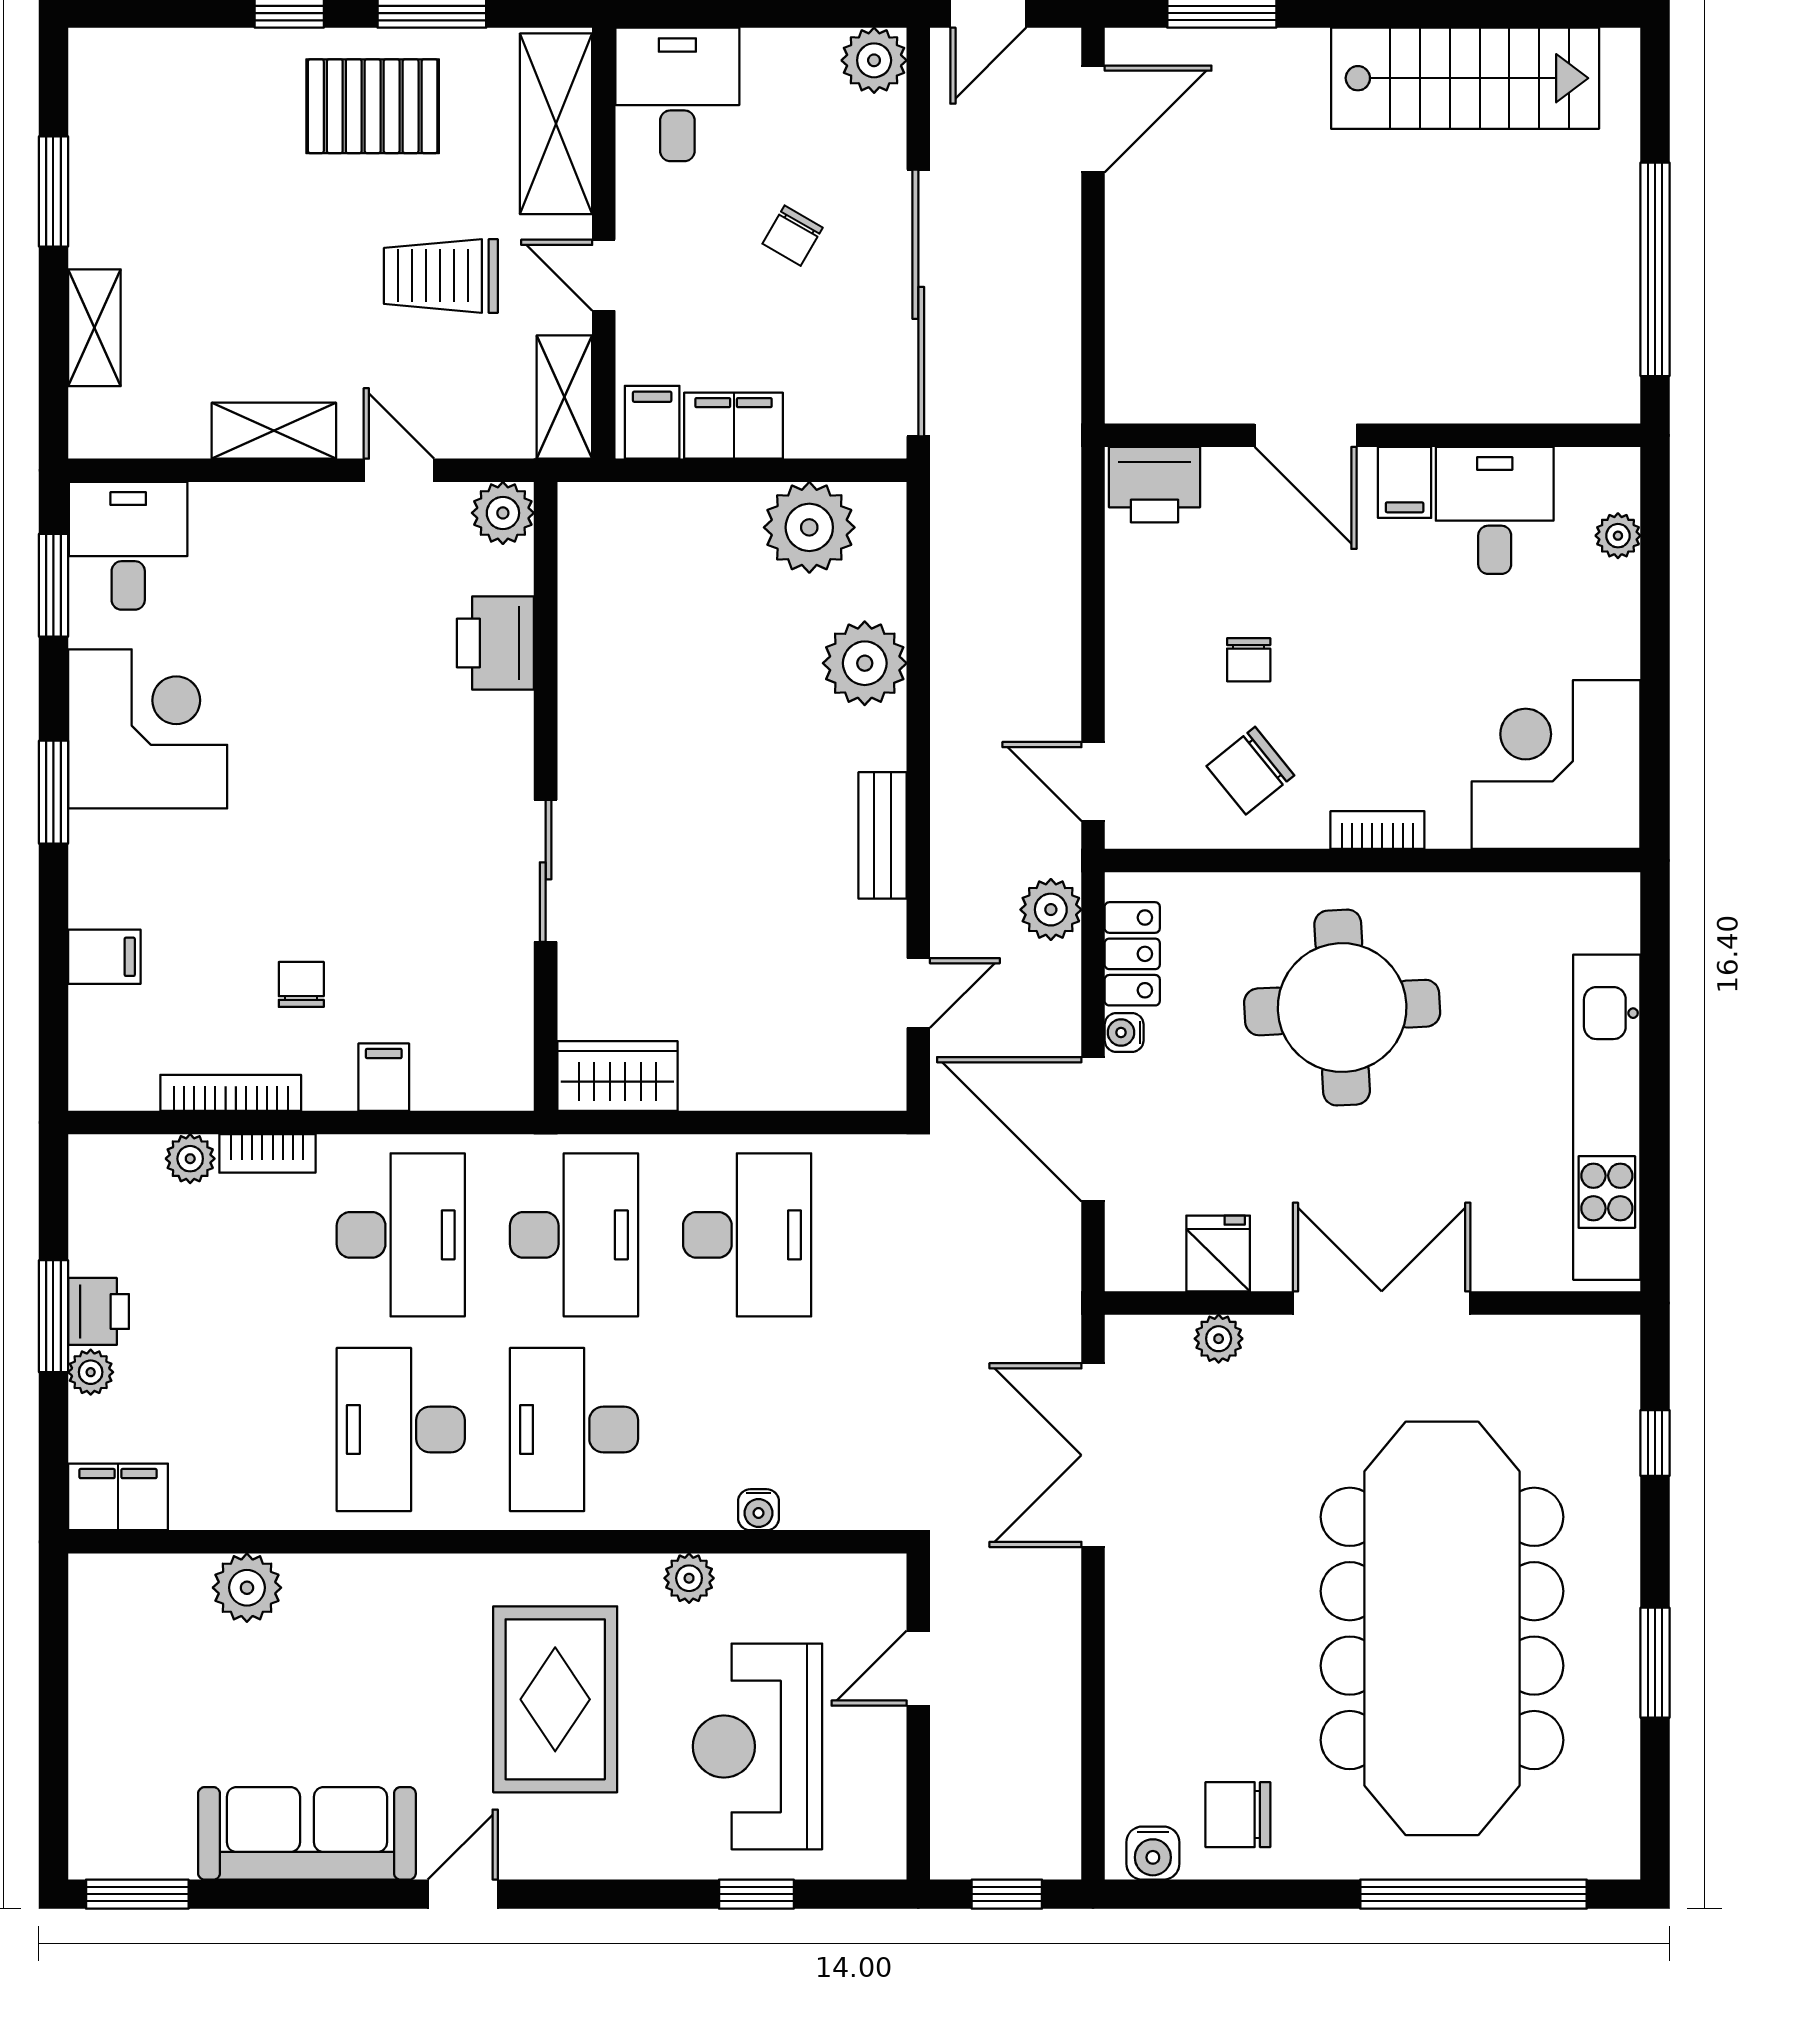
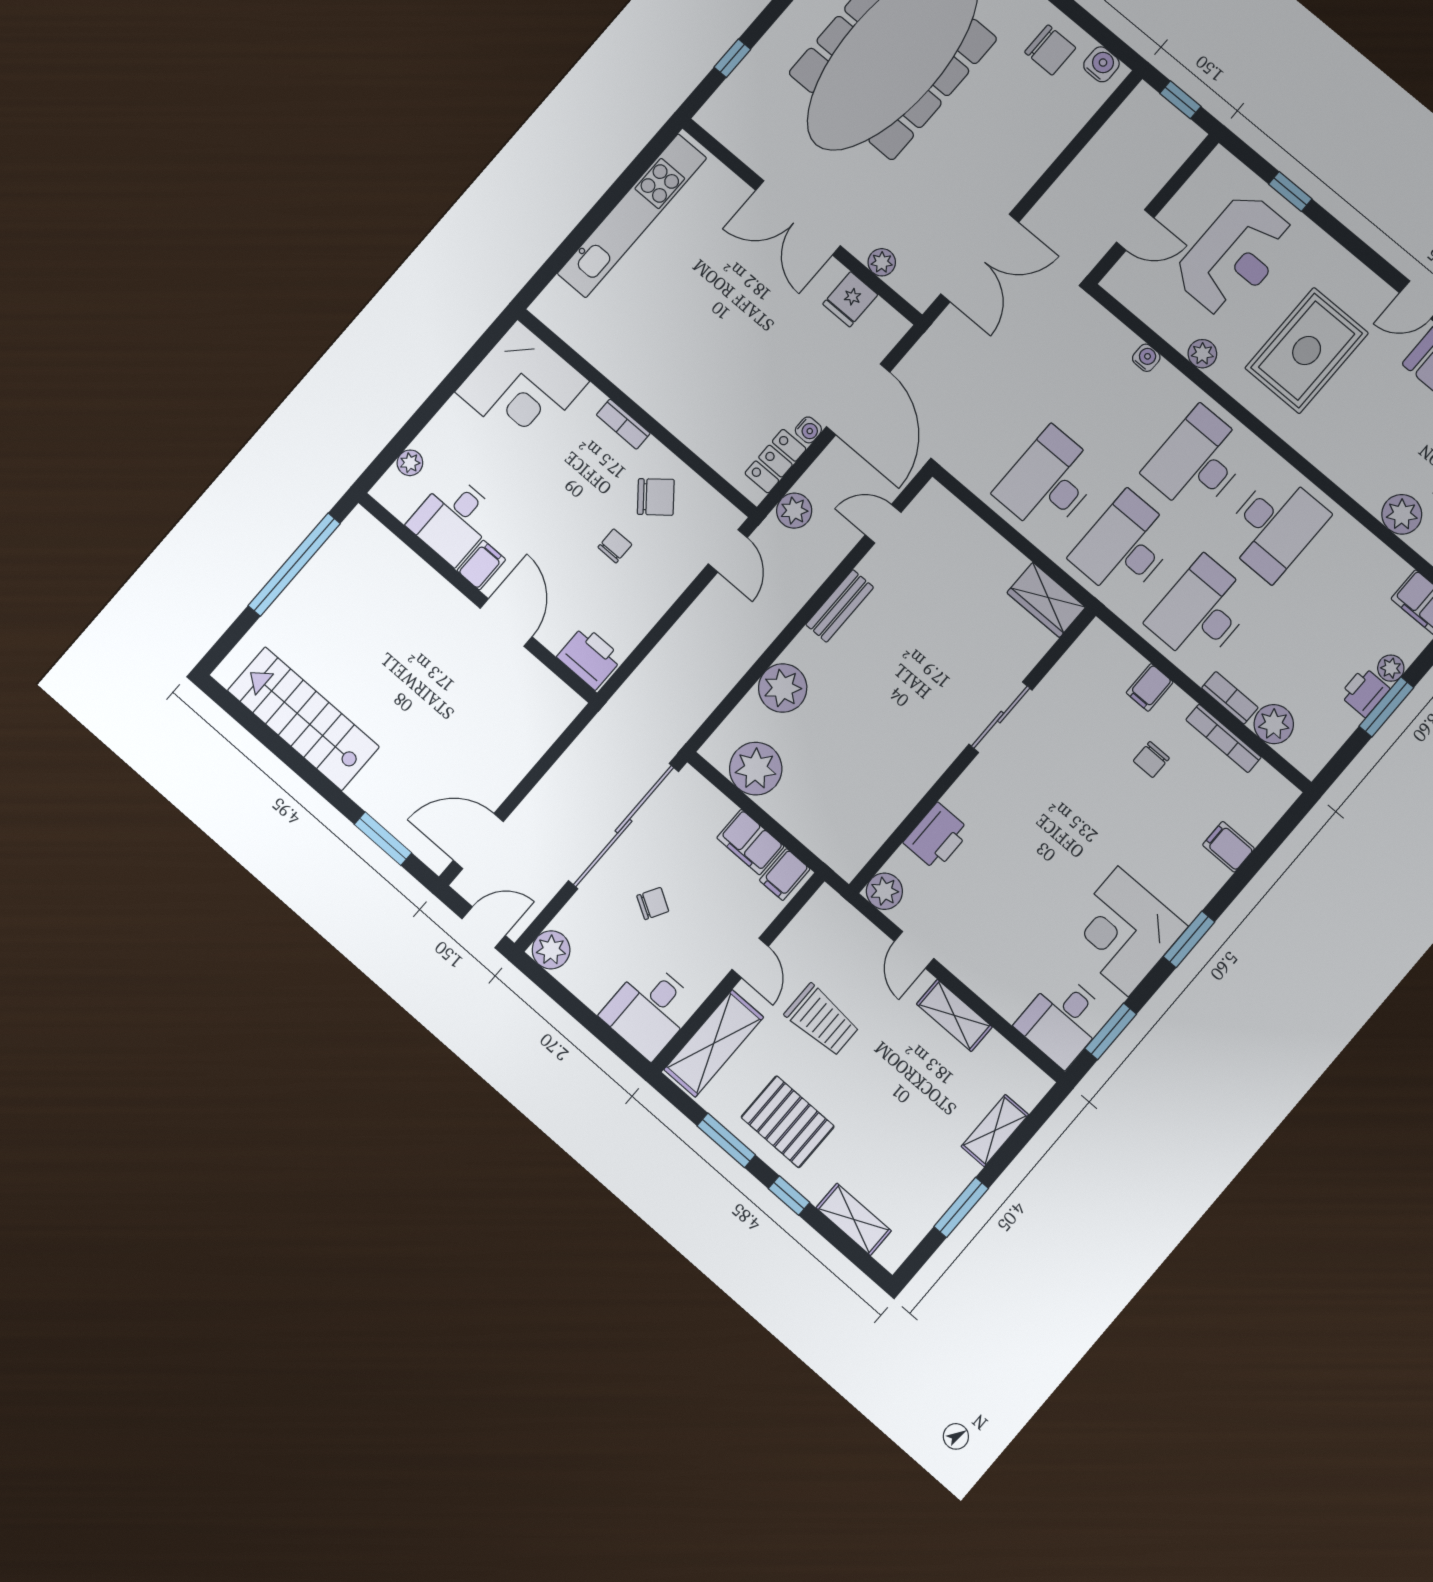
shelving: (564, 397) -> (854, 1219), moved, turned 90
round table: (1342, 1008) -> (705, 360), removed
plant: (190, 1159) -> (1274, 724), width x1.38, depth x1.38
desk: (574, 1430) -> (1198, 461), turned 180

